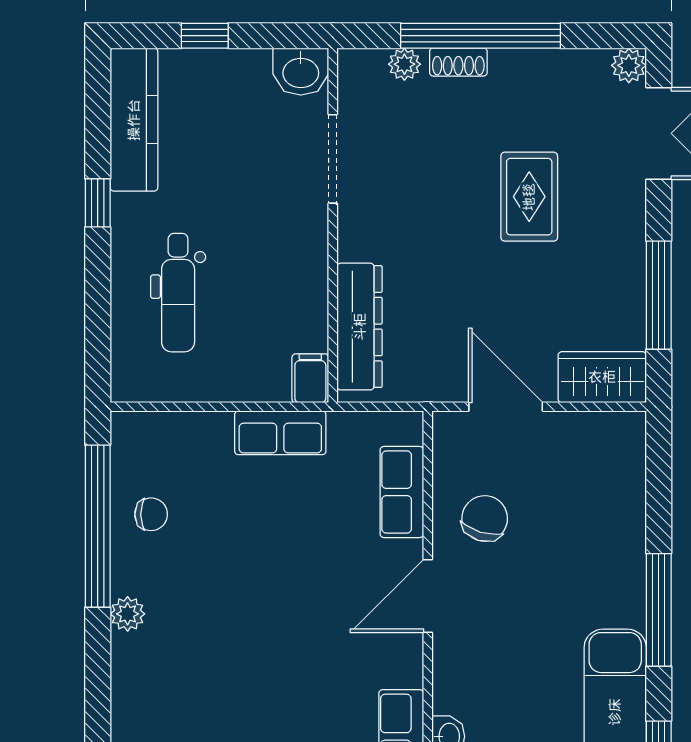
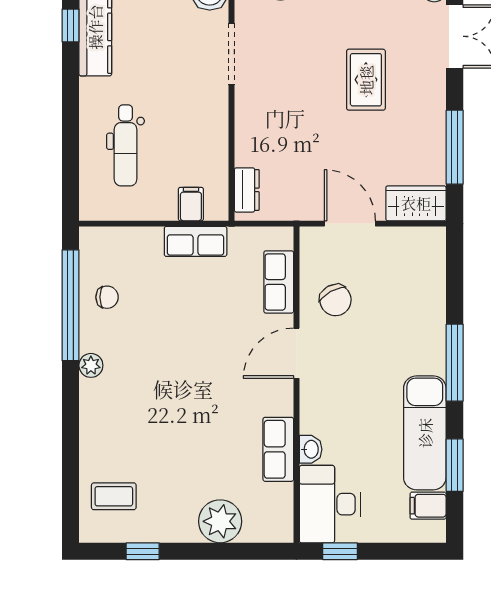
window: (98, 203) -> (70, 26), moved
dresser: (360, 327) -> (247, 190), width x0.51, depth x0.80
filing cabinet: (310, 378) -> (191, 204), moved
chair: (485, 518) -> (335, 300), turned 134

